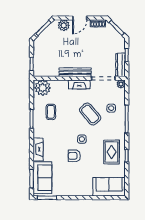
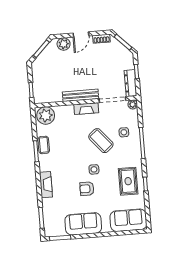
coffee table: (51, 112) -> (44, 145), moved
sofa: (42, 178) -> (83, 224), moved, turned -90

